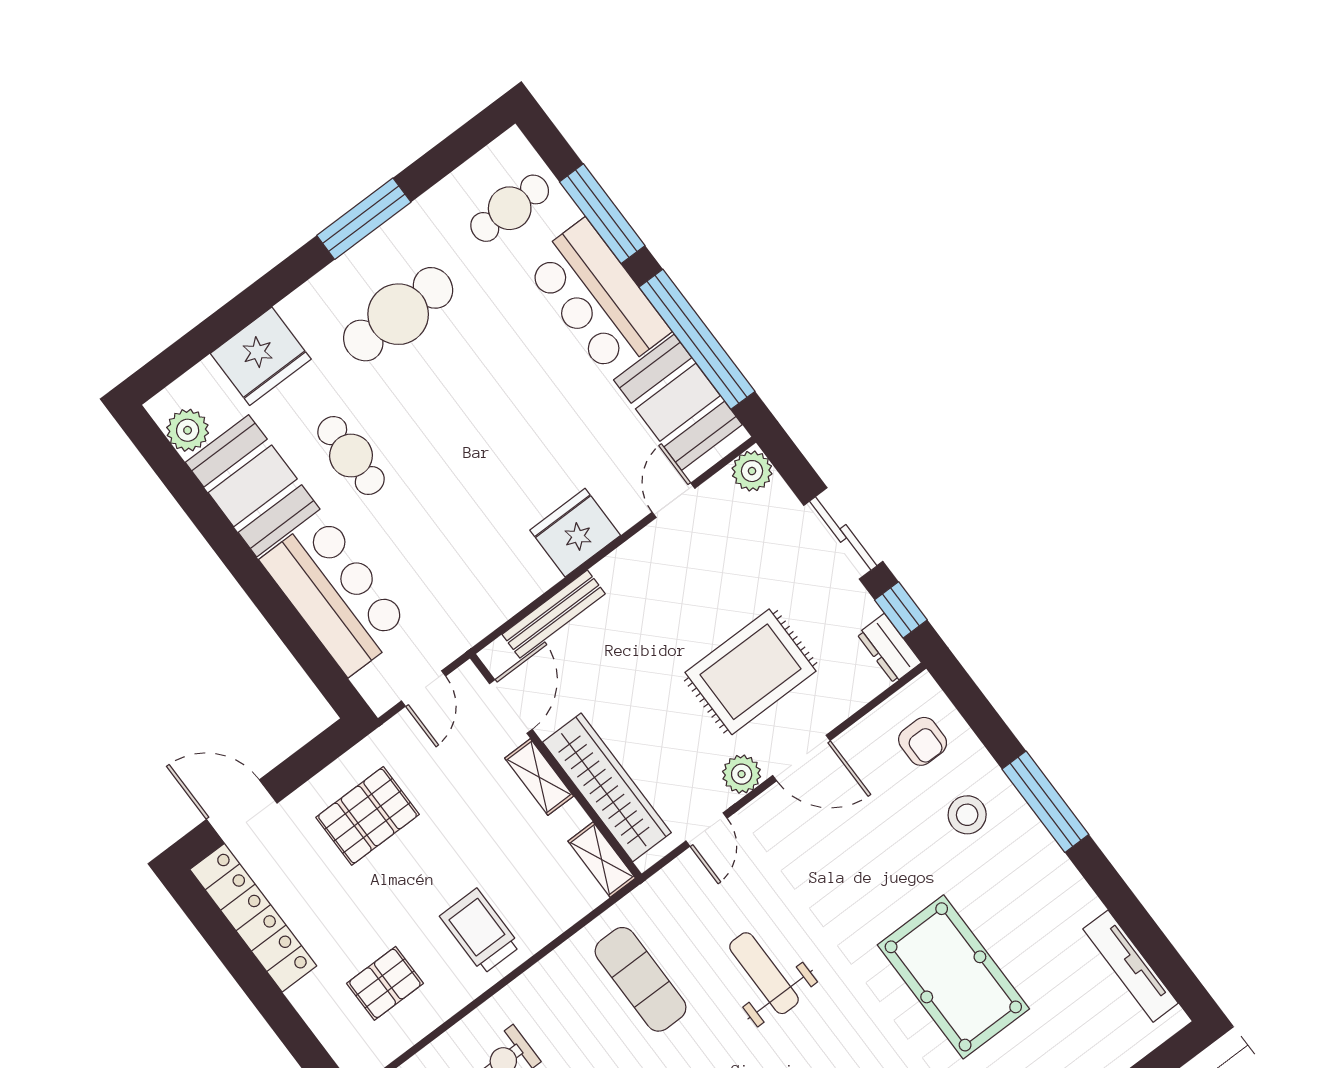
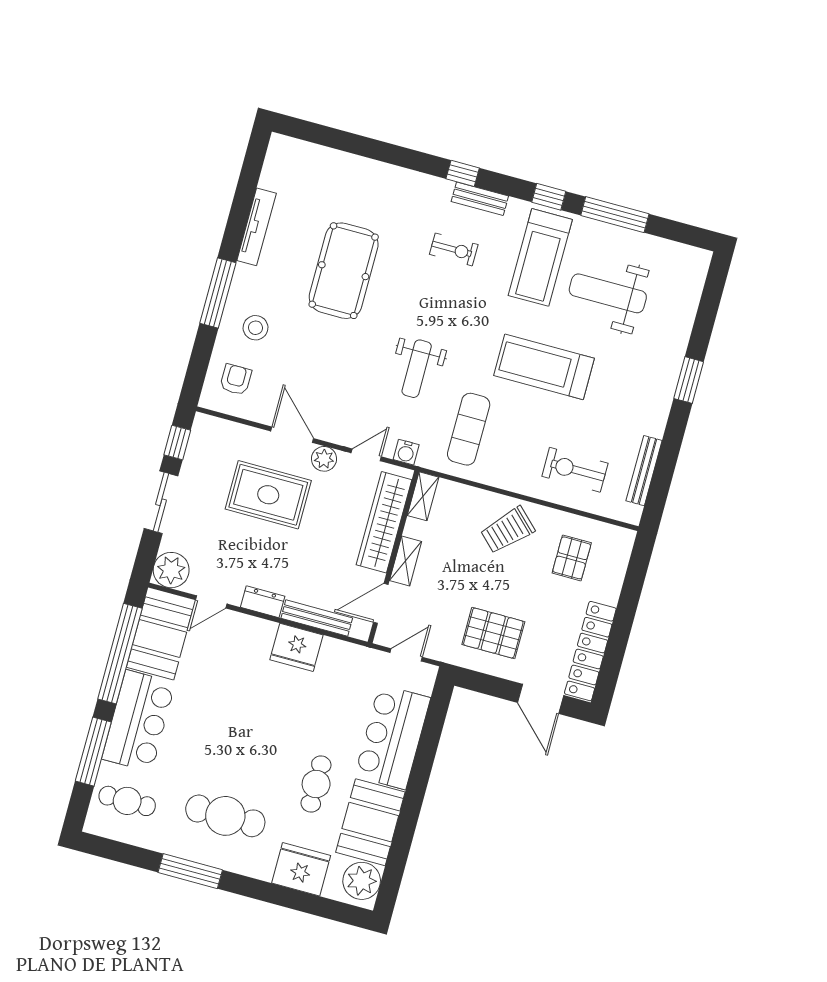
plant: (188, 430) -> (362, 881), width x1.36, depth x1.36
plant: (752, 471) -> (171, 570), width x1.36, depth x1.36
fridge: (575, 533) -> (296, 647), moved
dresser: (889, 648) -> (263, 602), moved, turned -90
water cooler: (672, 881) -> (406, 452), added
trolley: (480, 931) -> (508, 530), turned 44
tv unit: (1131, 966) -> (257, 227), moved
pallet: (385, 983) -> (572, 558), turned 90

